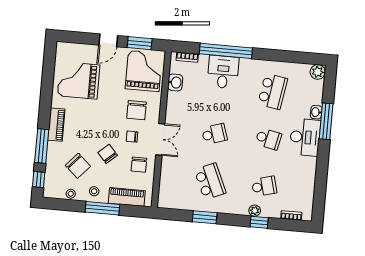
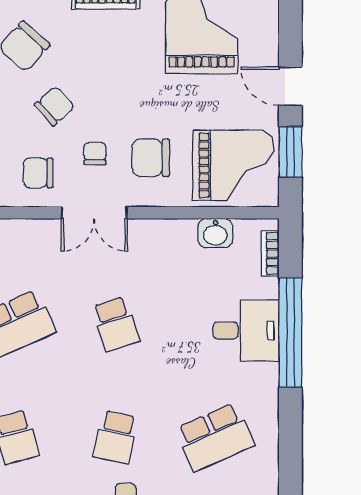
school desk: (273, 91) -> (215, 437), turned -33

